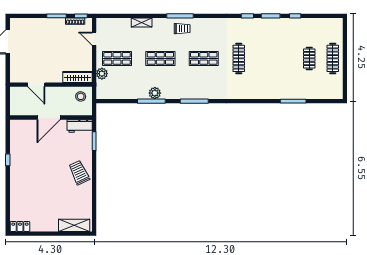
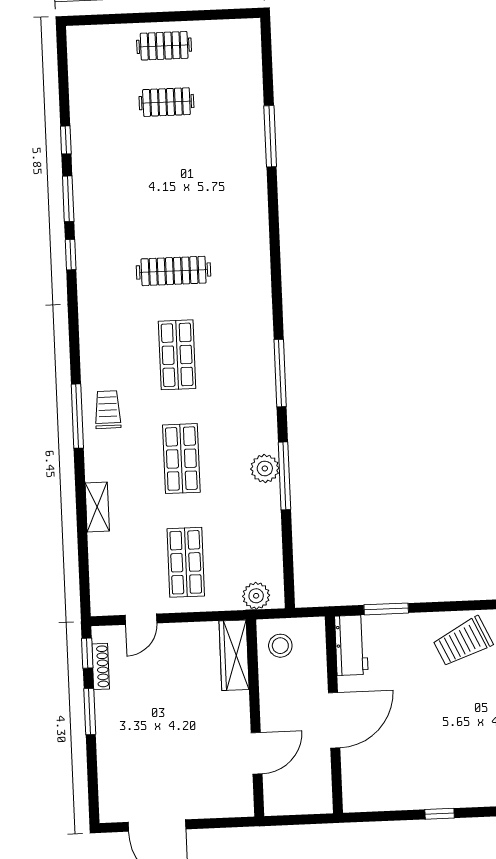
clothes rail: (333, 58) -> (164, 46), width x0.73
plant: (102, 74) -> (256, 596), moved
door: (49, 118) -> (334, 720), hinge flipped

